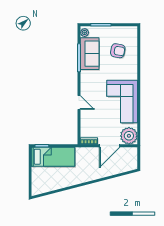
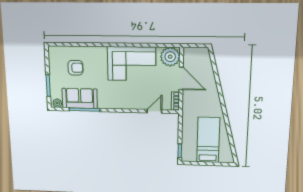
armchair: (118, 51) -> (75, 68), turned 79
door: (79, 102) -> (154, 111), moved
bed: (53, 157) -> (208, 140), moved

